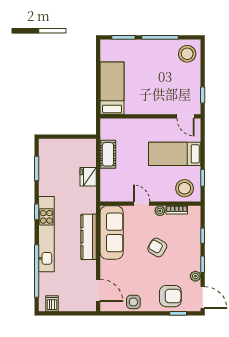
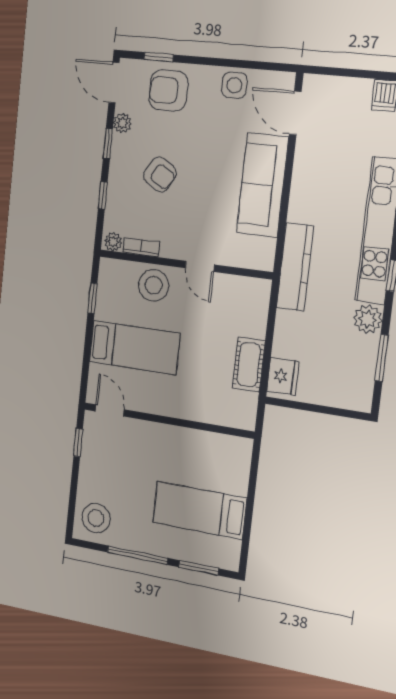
bed: (112, 88) -> (199, 510), moved, turned 90
fridge: (88, 177) -> (283, 376), moved
plant: (46, 188) -> (368, 319), added
stool: (185, 188) -> (154, 285), moved
plant: (160, 211) -> (113, 242), moved
sofa: (112, 232) -> (262, 185), moved
kitchen counter: (89, 237) -> (295, 267), moved
armchair: (157, 248) -> (160, 175), moved

